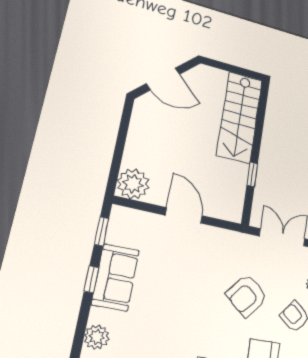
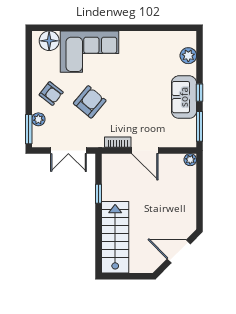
plant: (133, 184) -> (190, 160), width x0.53, depth x0.53
window: (102, 231) -> (200, 126), width x1.50
bookcase: (218, 234) -> (118, 142), added

